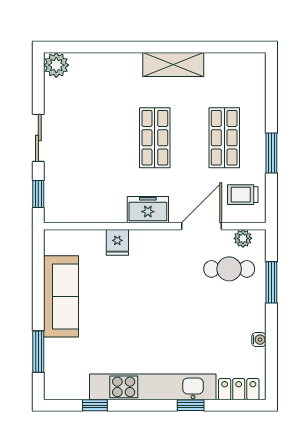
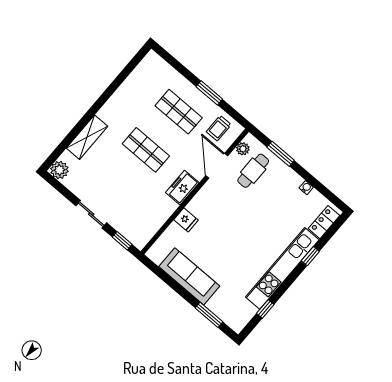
shelving: (173, 65) -> (87, 137), moved

